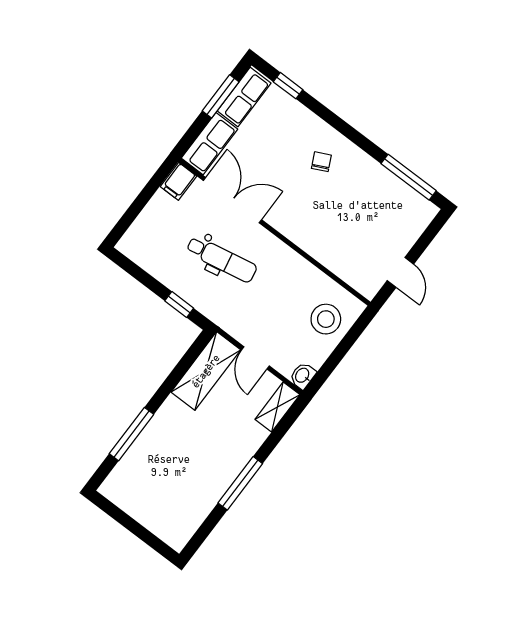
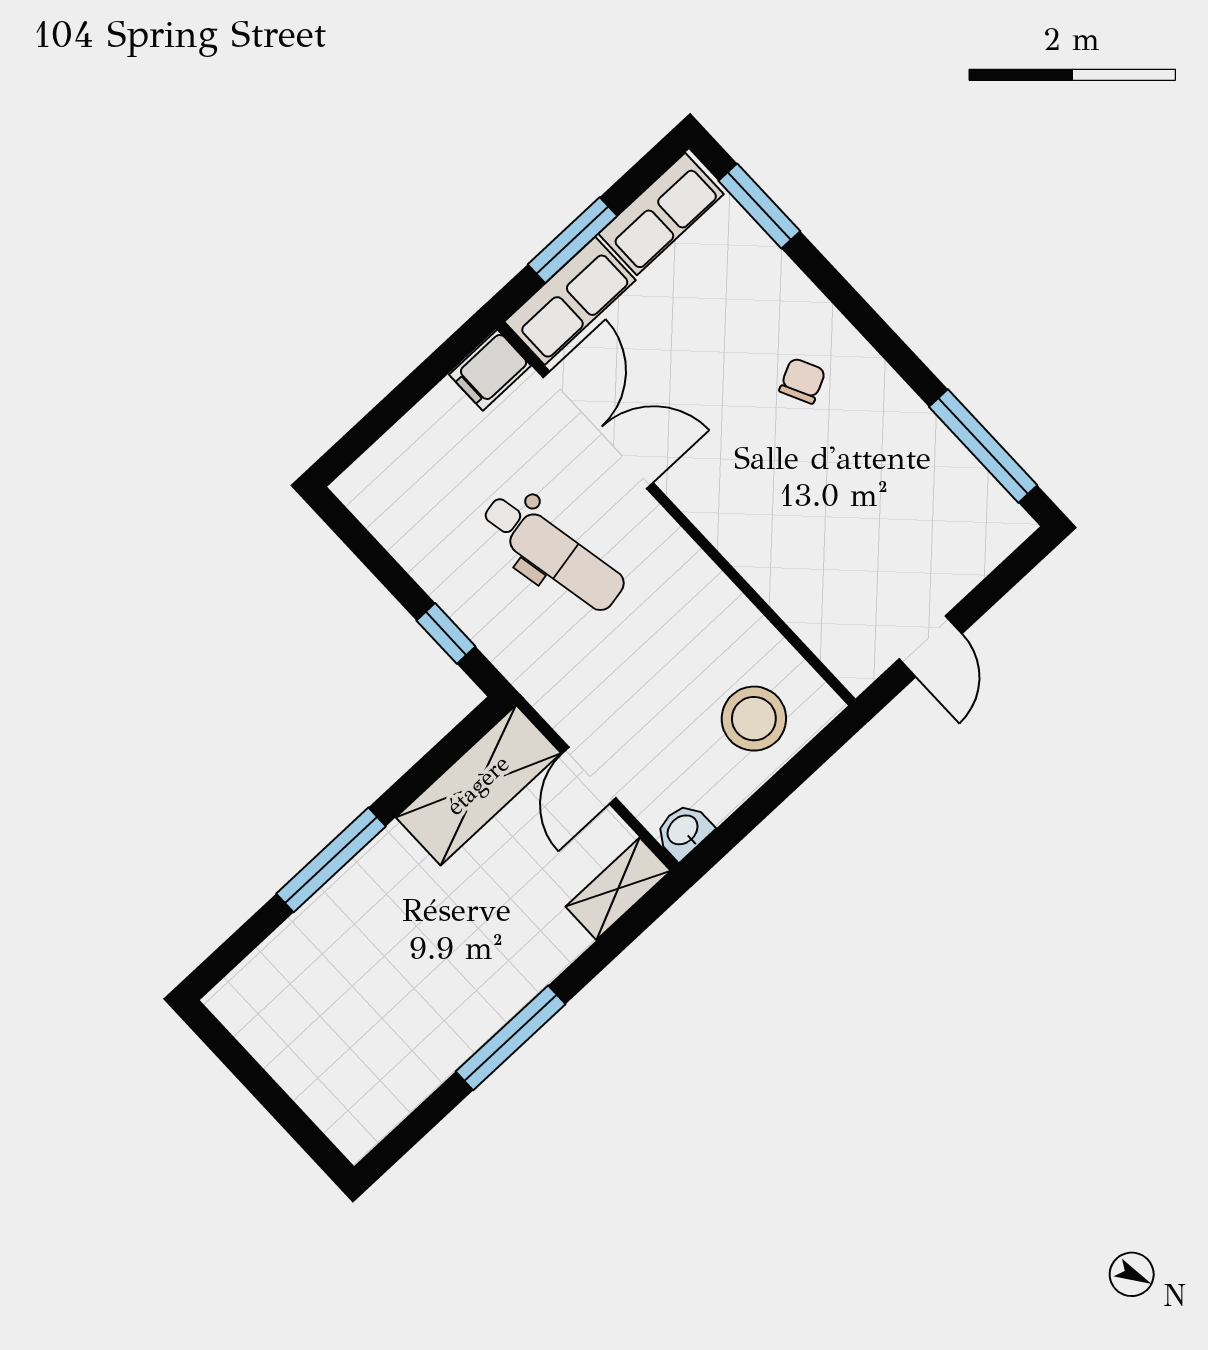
window: (288, 86) -> (759, 206), width x1.50
window: (221, 96) -> (572, 240), moved
window: (131, 434) -> (331, 860), moved

